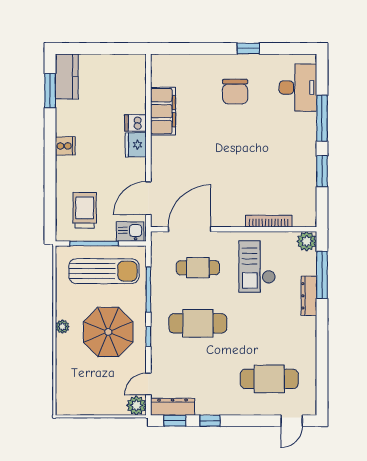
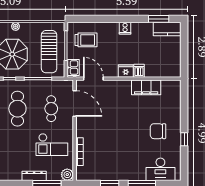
checkout: (257, 266) -> (52, 145), turned 180

